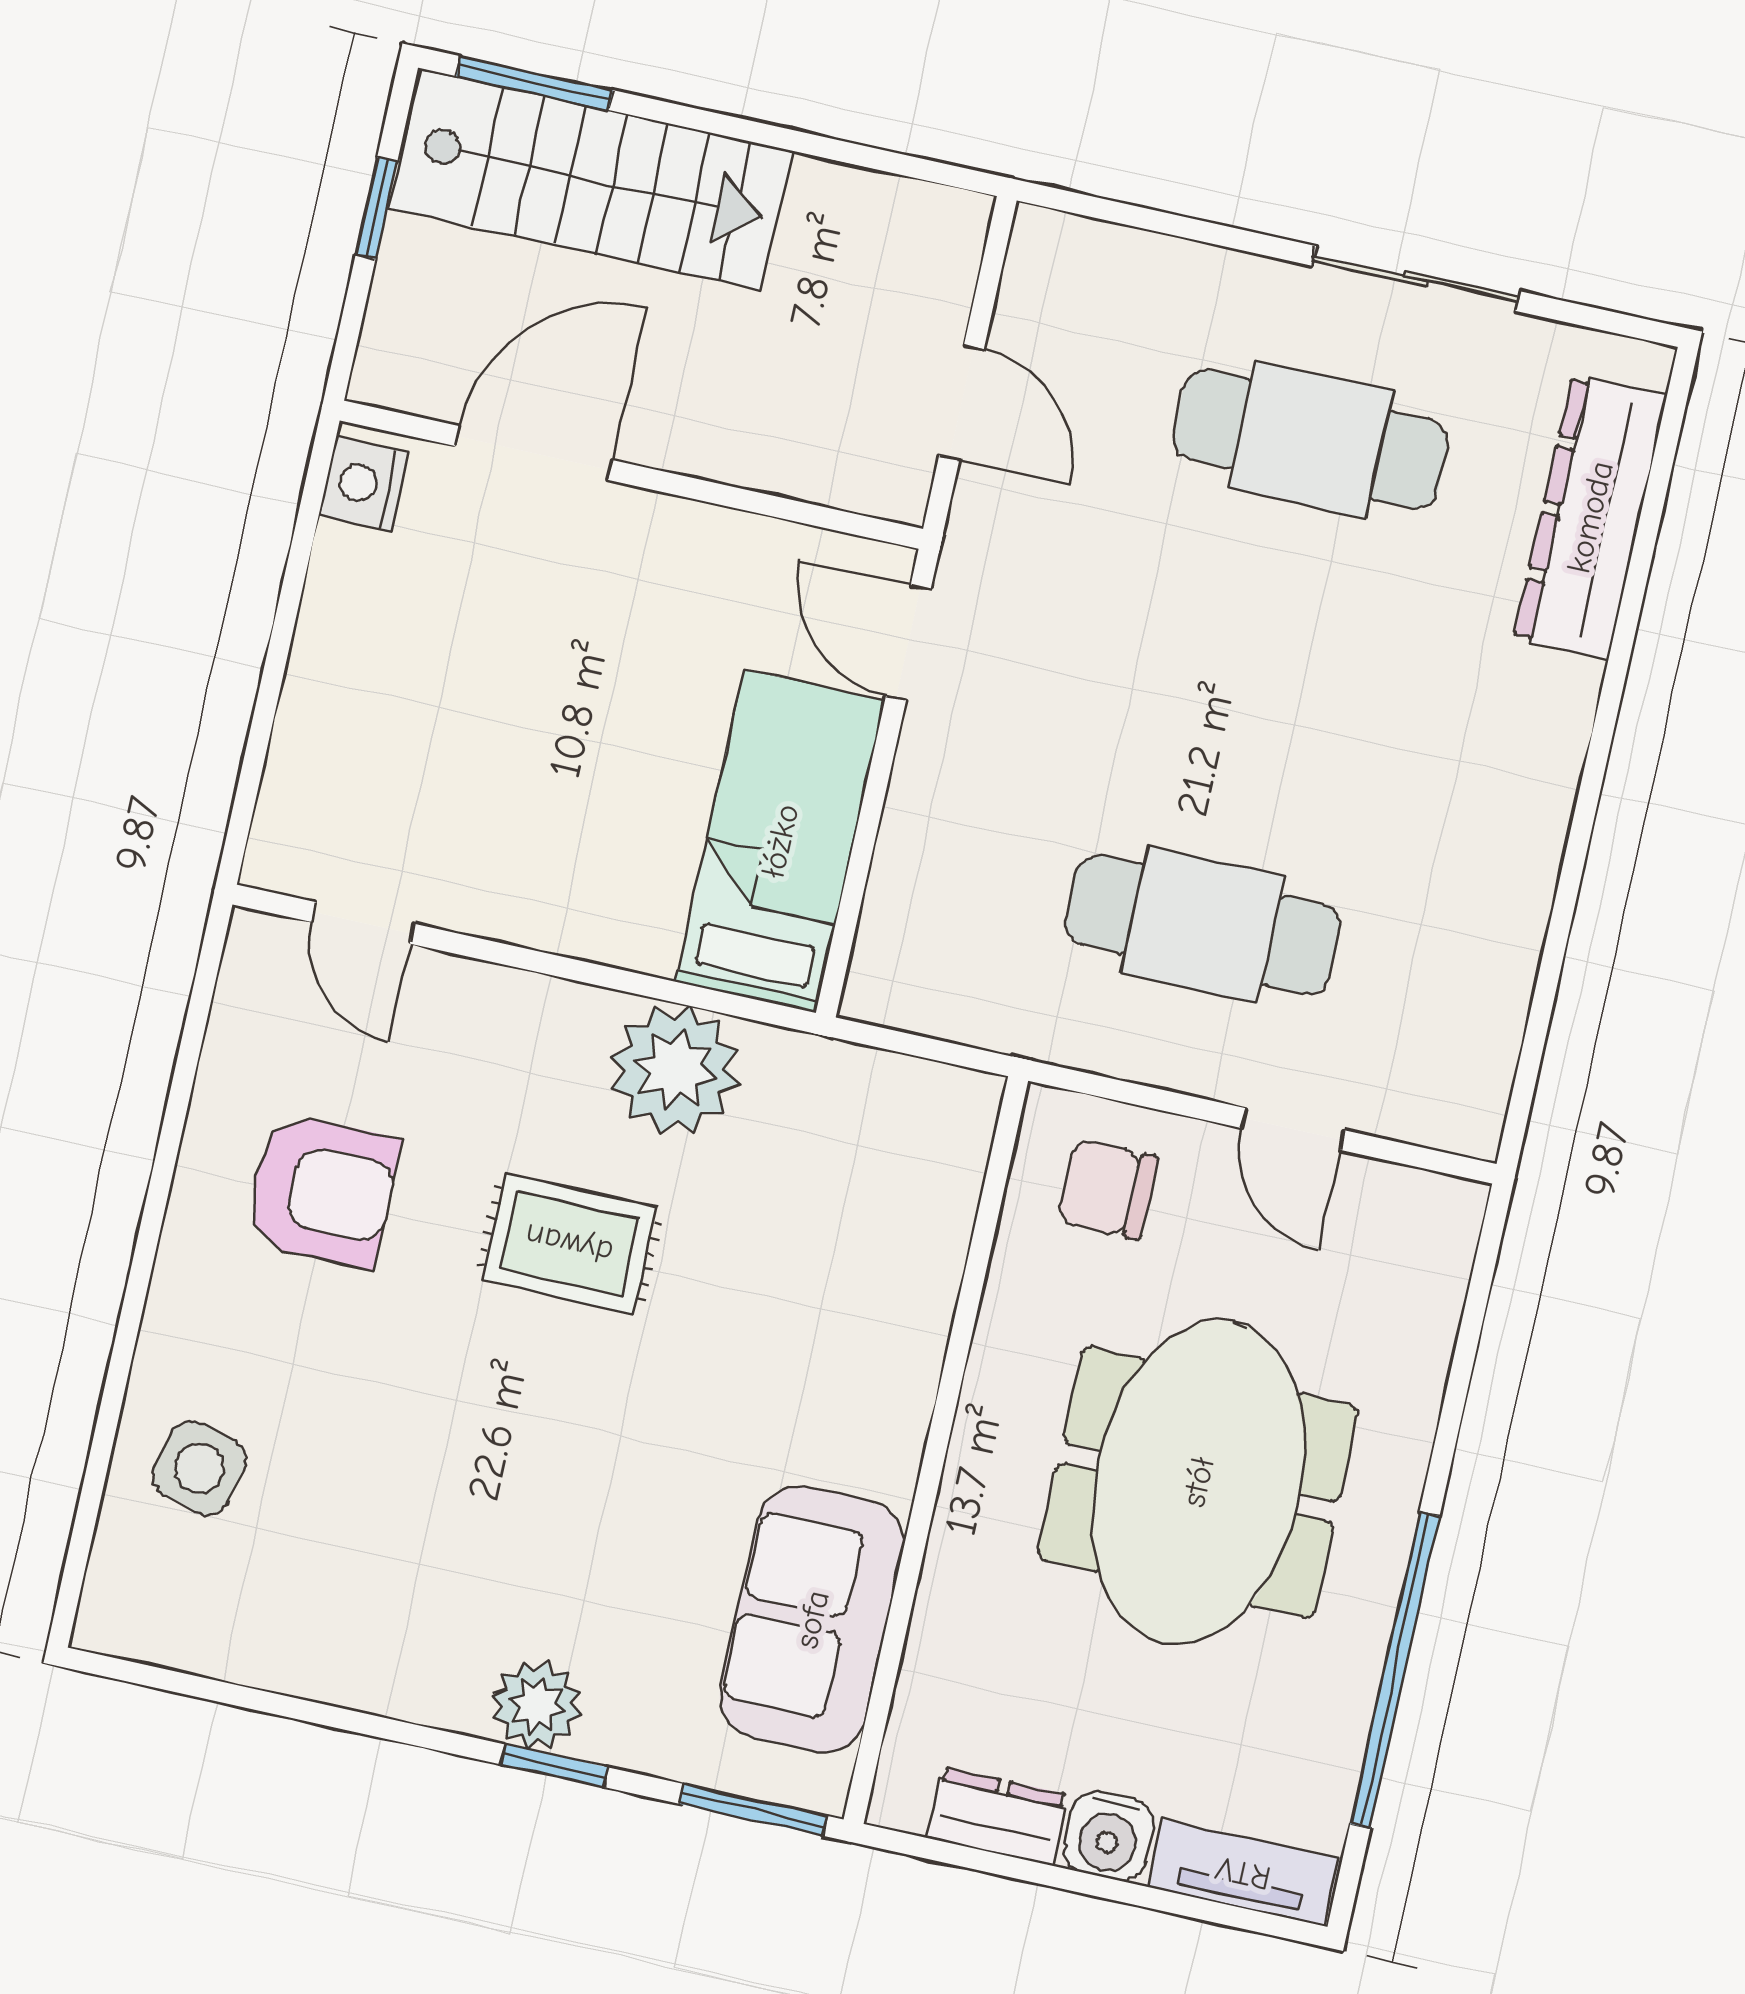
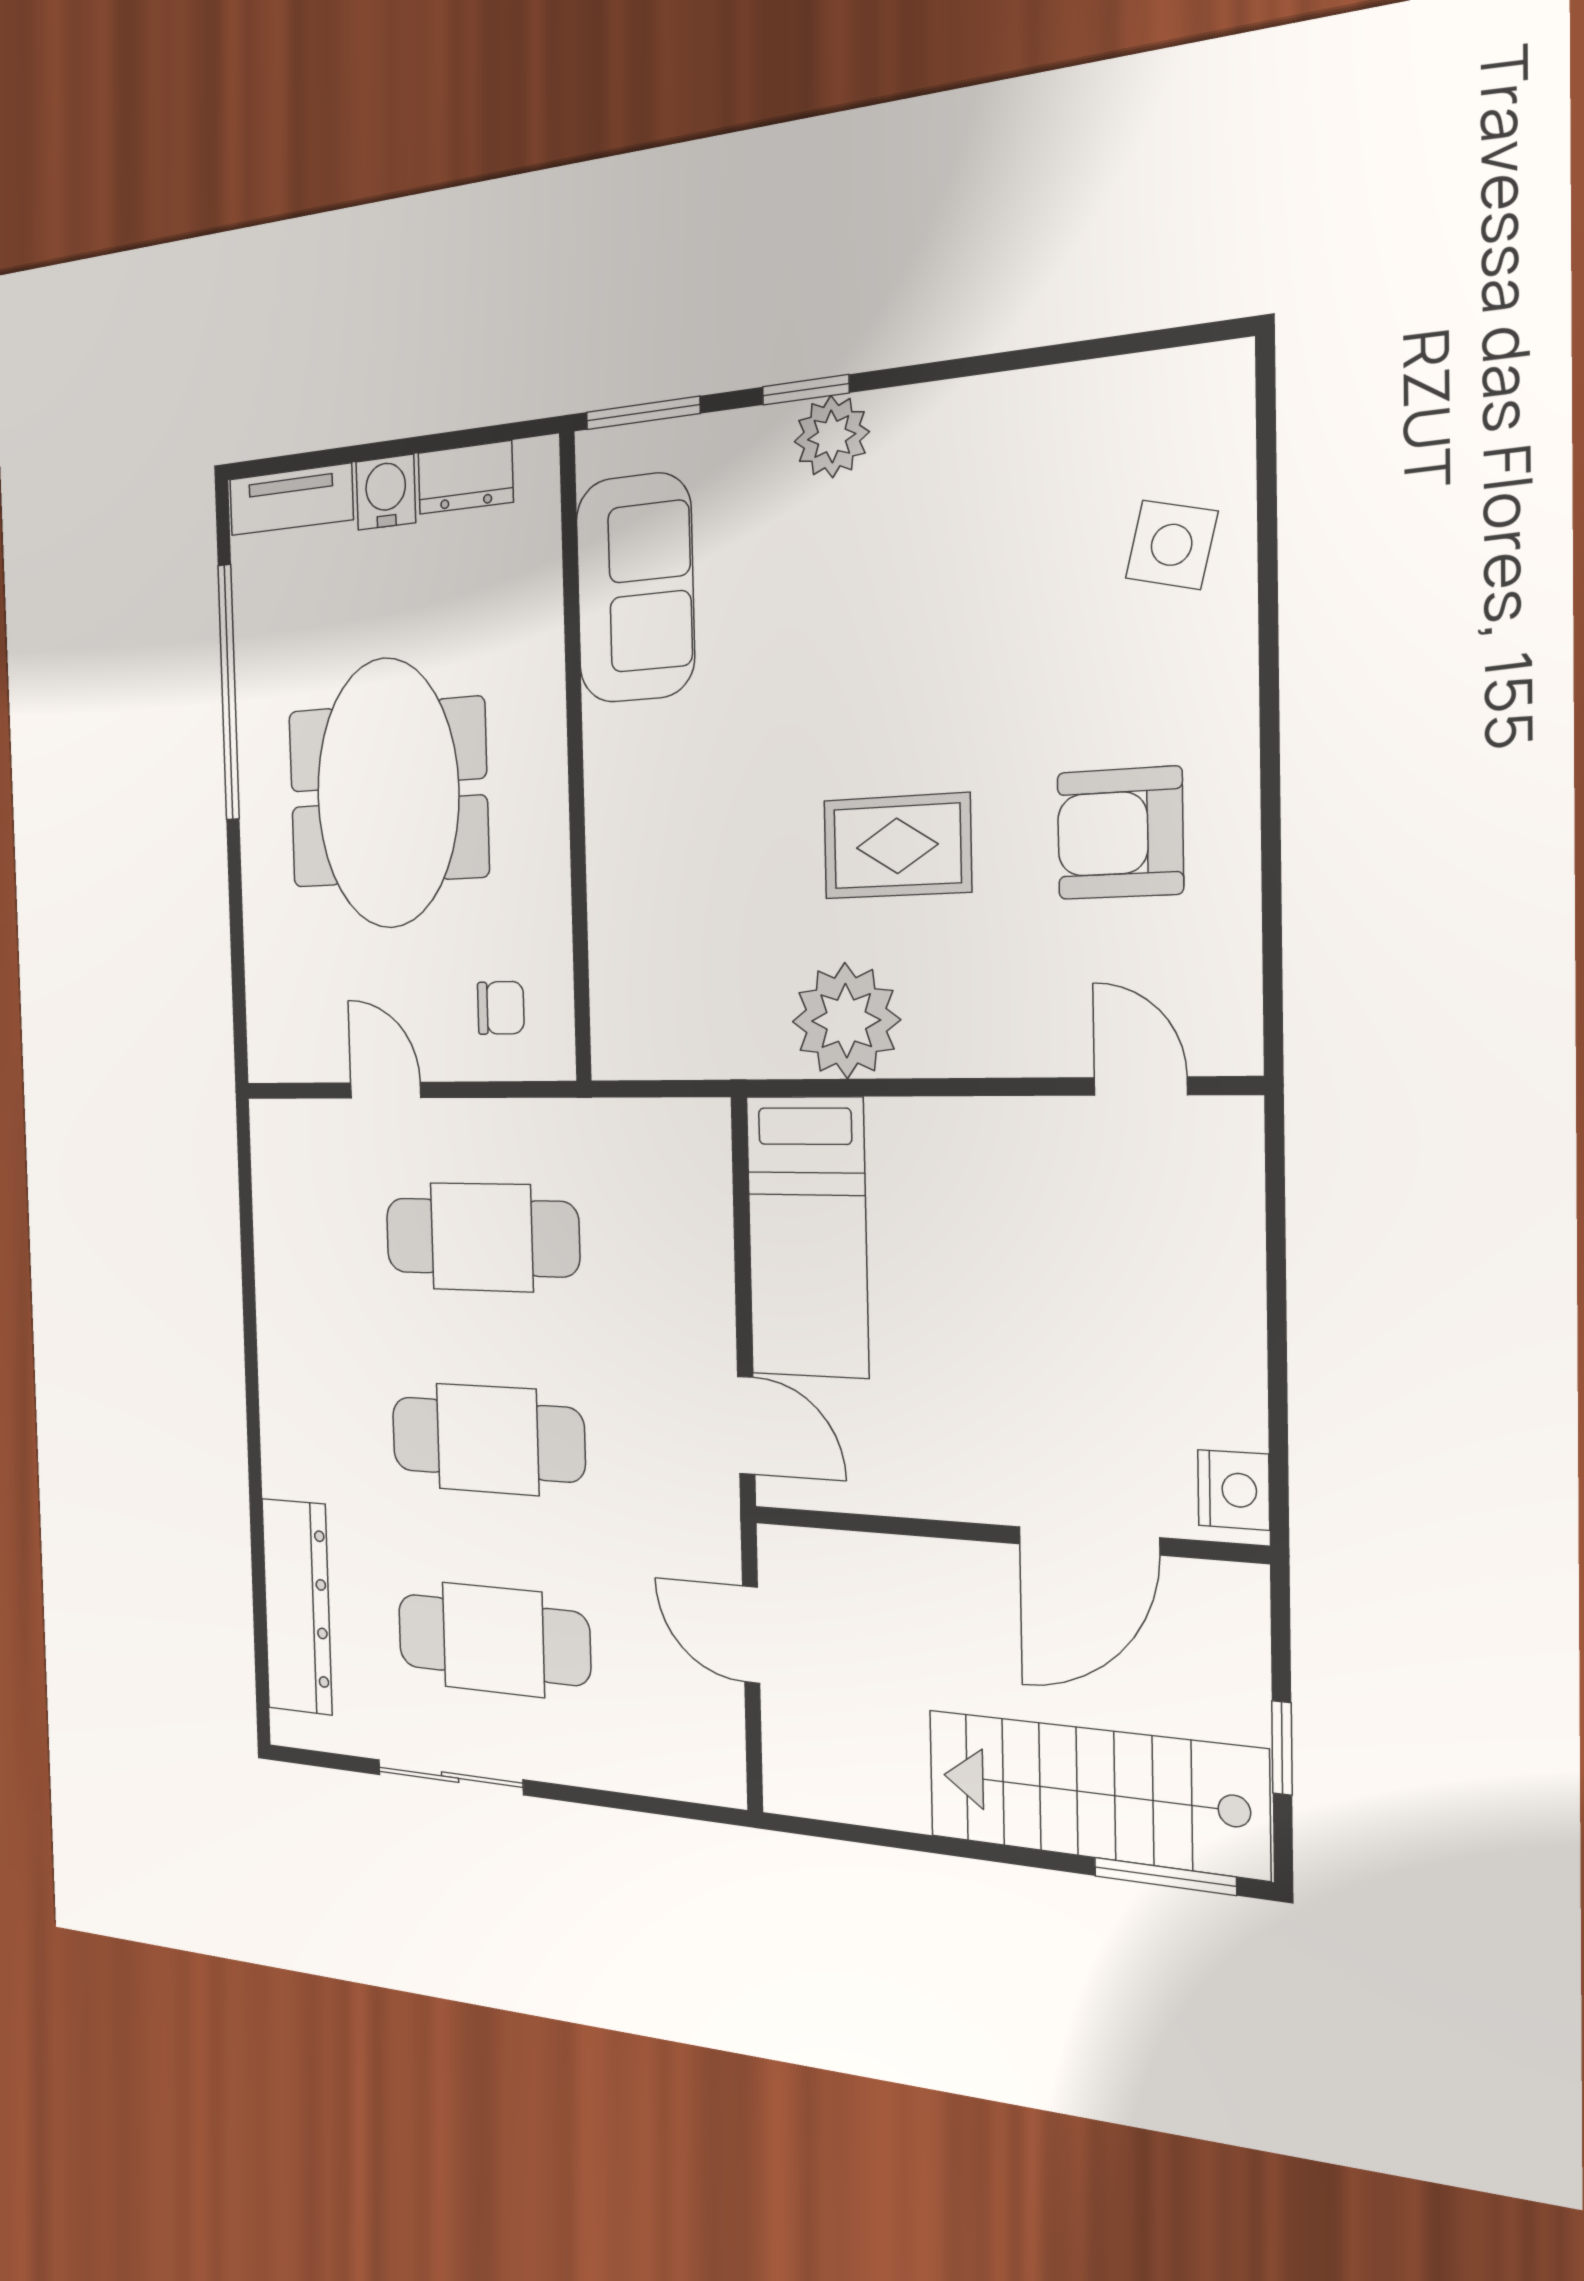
cafe table: (1257, 682) -> (487, 1439), added
chair: (1107, 1189) -> (501, 1008), width x0.73, depth x0.73

